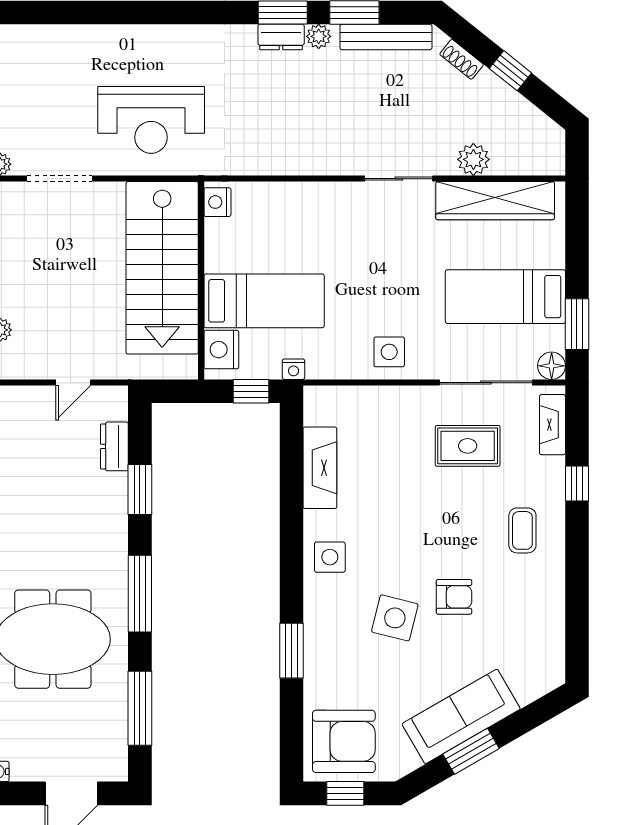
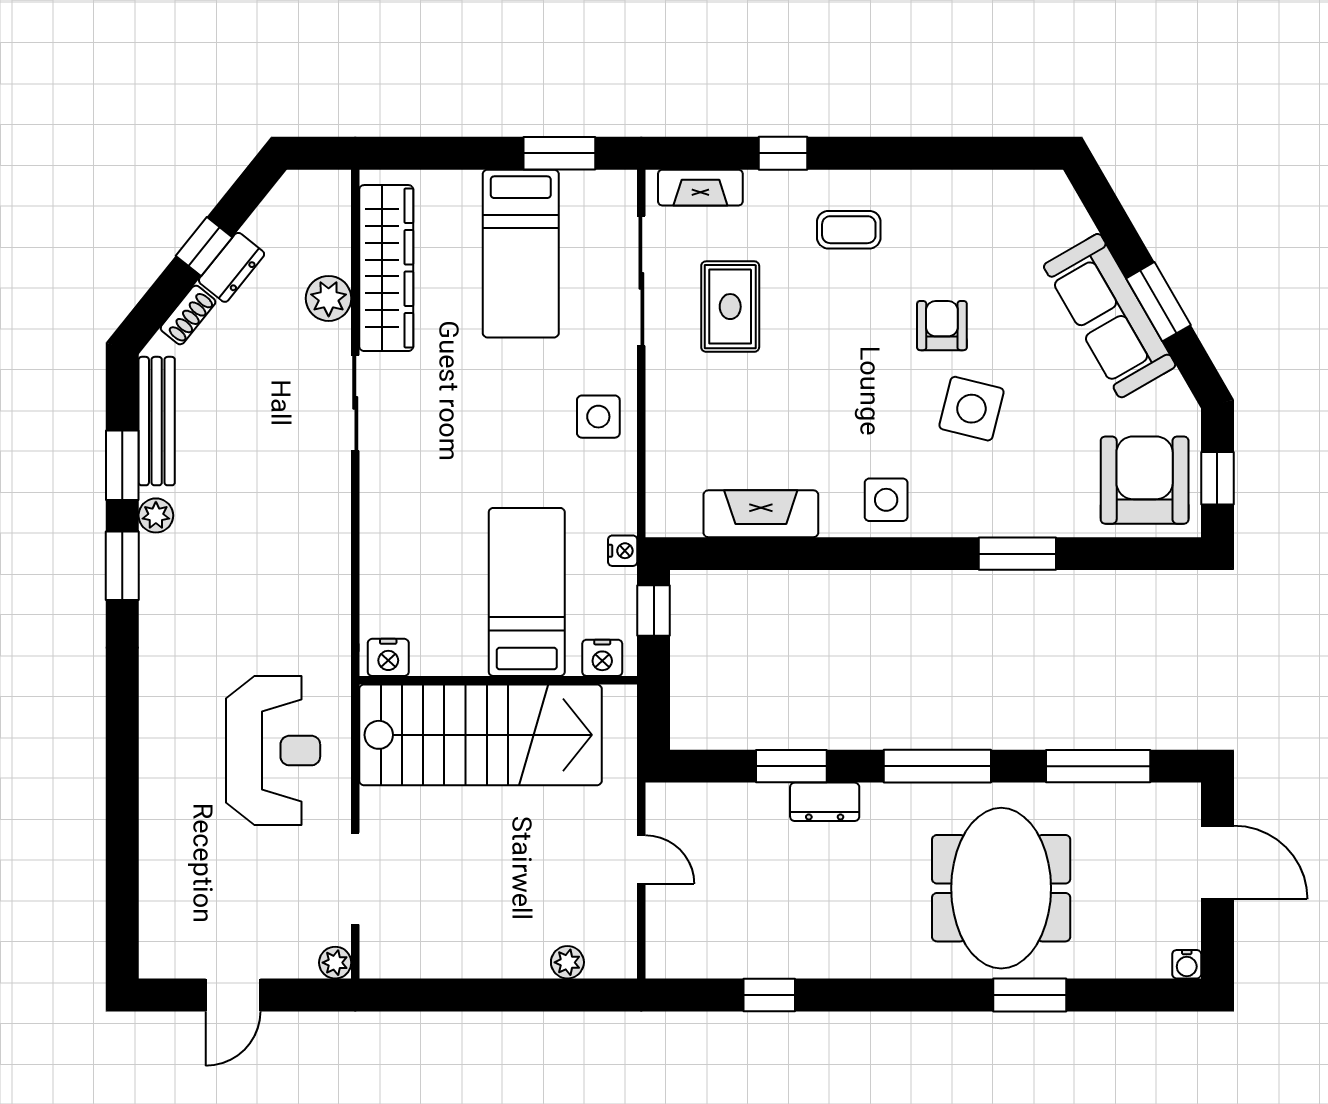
dresser: (281, 37) -> (232, 267), moved, turned 39
nightstand: (221, 350) -> (602, 658), width x0.74, depth x0.75
floor lamp: (552, 366) -> (618, 189), removed
dresser: (114, 446) -> (825, 802), moved

